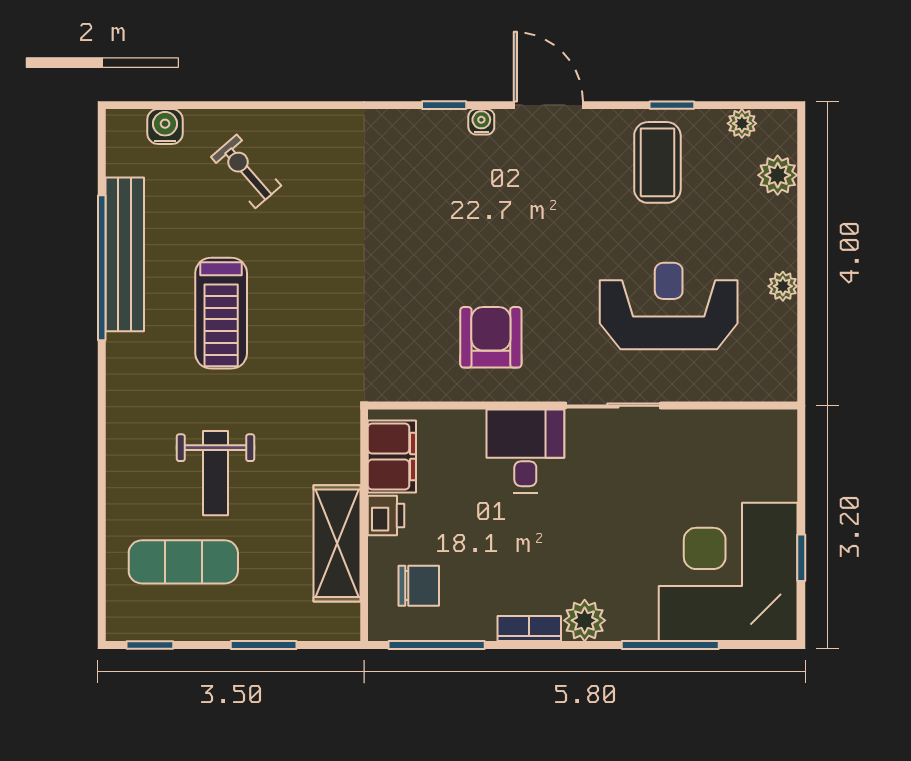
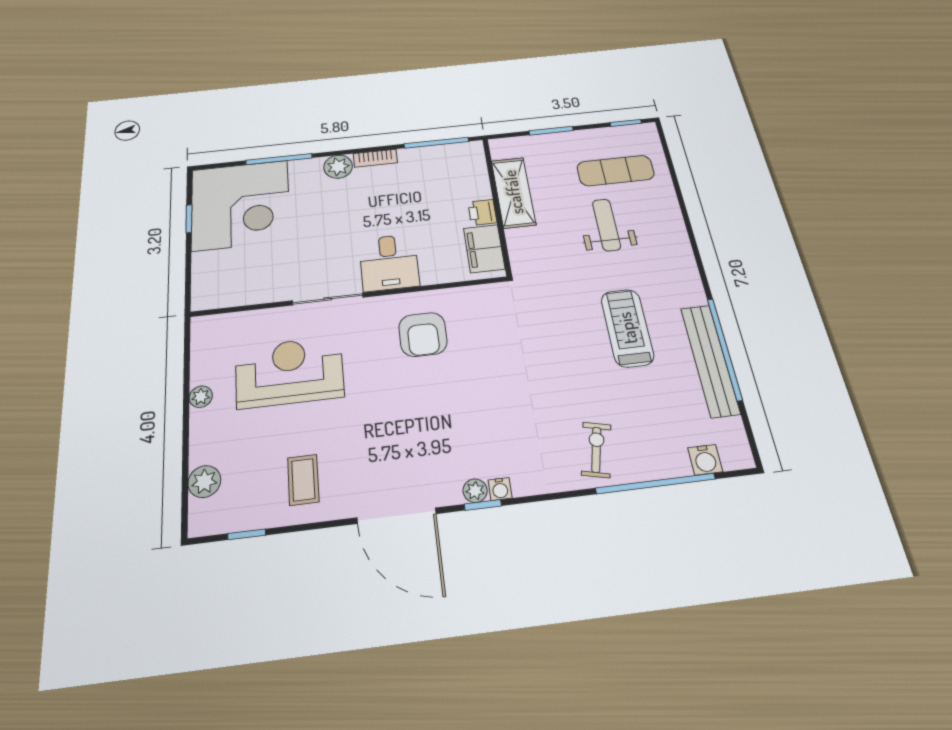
window: (232, 105) -> (655, 484), added
door: (548, 105) -> (397, 516), width x1.36
window: (672, 105) -> (247, 534), moved
water cooler: (481, 122) -> (500, 489), moved
plant: (742, 123) -> (475, 491), moved
coffee table: (657, 162) -> (303, 480), width x0.73, depth x0.77
exercise bike: (246, 171) -> (596, 450), moved, turned -126
reception desk: (669, 306) -> (289, 372), turned 180
chair: (419, 586) -> (453, 174), removed

